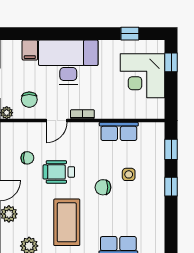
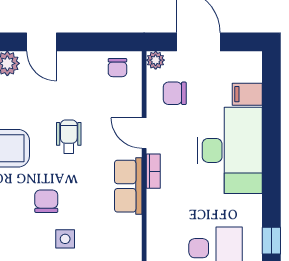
row of seats: (119, 131) -> (128, 186), moved
chair: (27, 158) -> (117, 68), moved
wheelchair: (59, 172) -> (69, 137), width x0.73, depth x0.73

